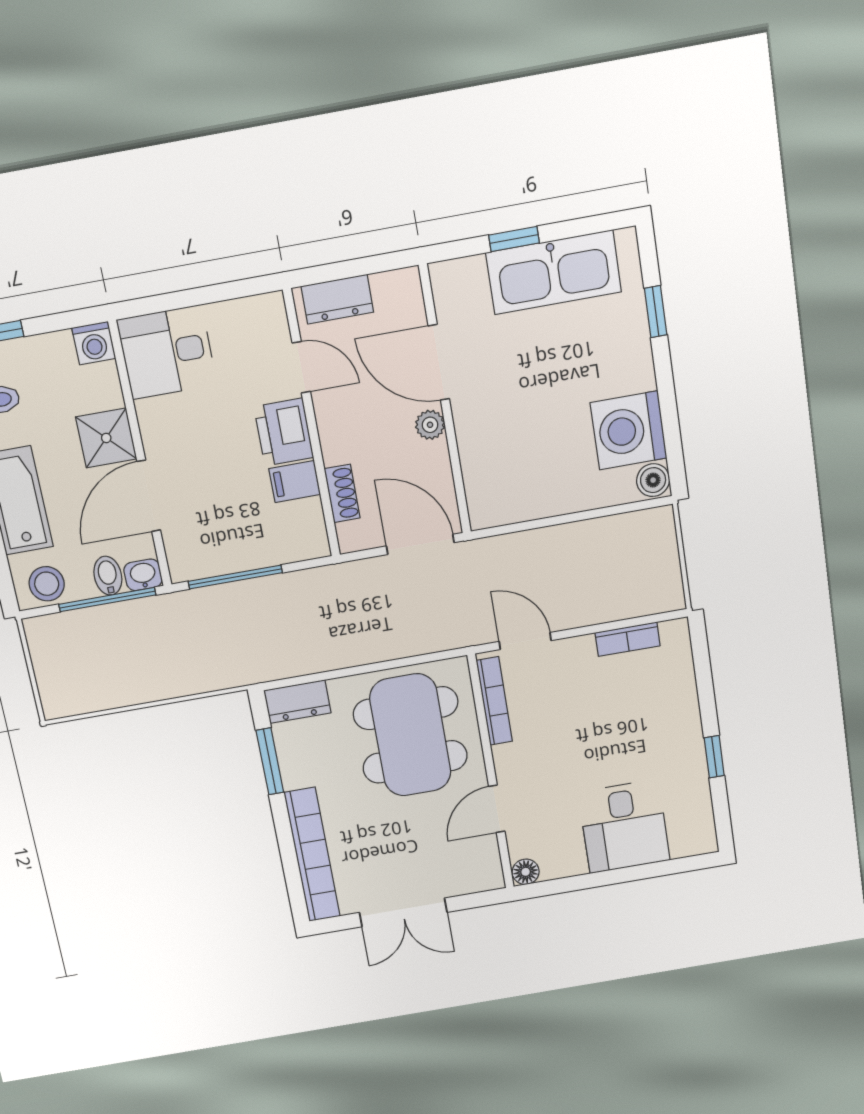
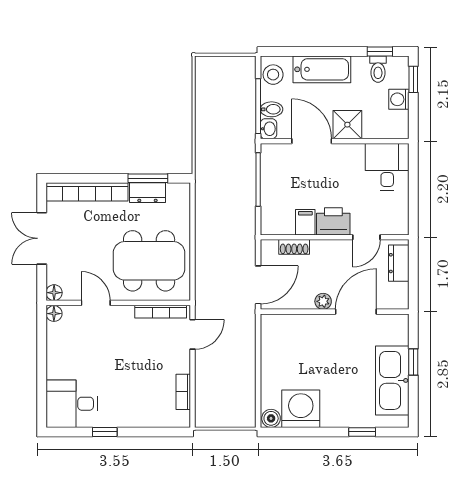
washing machine: (94, 343) -> (399, 99), moved
dresser: (297, 702) -> (147, 193), moved, turned -90
desk: (624, 826) -> (72, 404), moved
floor lamp: (491, 878) -> (54, 293), added

